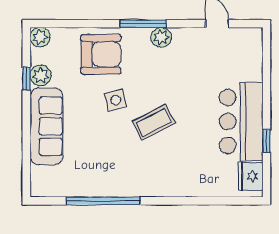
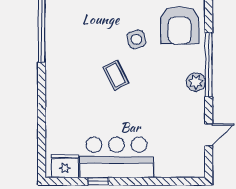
window: (143, 24) -> (209, 65), width x1.46
coffee table: (154, 122) -> (116, 75), width x0.73, depth x0.77

